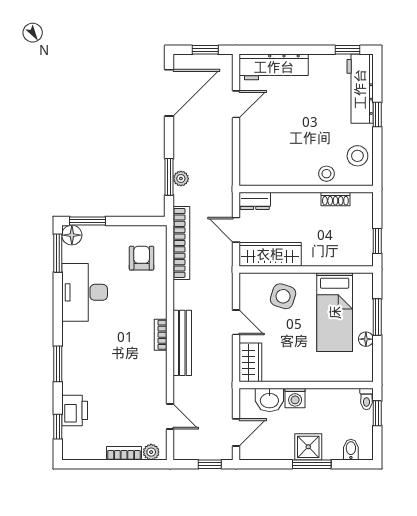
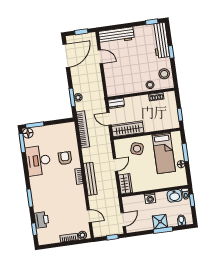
door: (236, 104) -> (100, 57), hinge flipped
armchair: (142, 258) -> (65, 158), moved
door: (236, 322) -> (116, 165), hinge flipped
washbasin: (269, 400) -> (175, 196), moved

